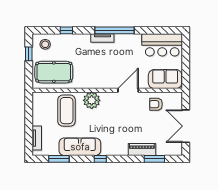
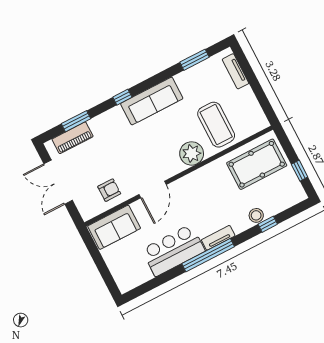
stool: (45, 44) -> (256, 215), moved
bar counter: (162, 45) -> (173, 250), moved
double door: (186, 126) -> (58, 182), swing flipped
sofa: (80, 147) -> (152, 101), moved
piano: (142, 149) -> (73, 138), moved
window: (100, 159) -> (122, 97), moved

